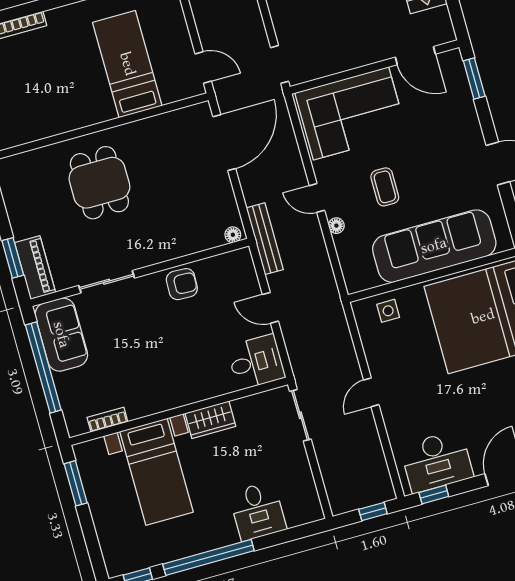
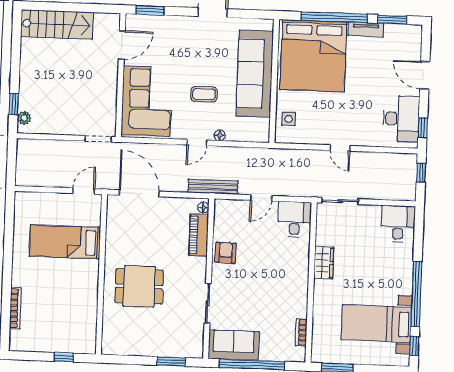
piano: (35, 267) -> (199, 235), moved, turned -90
bed with nightstands: (156, 472) -> (376, 323), moved, turned 180
desk: (258, 511) -> (398, 224), moved, turned -90

